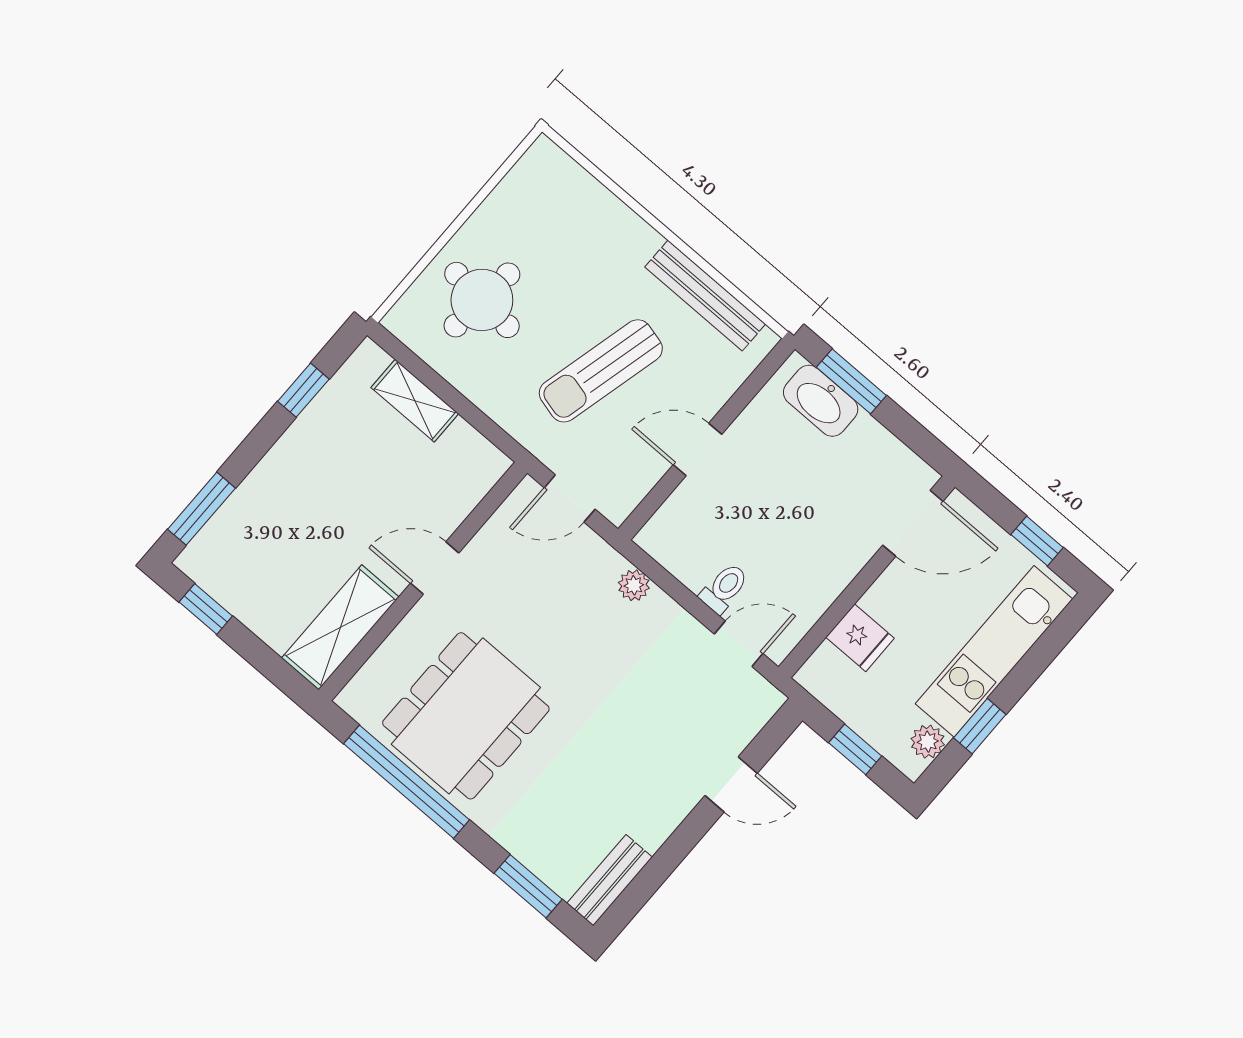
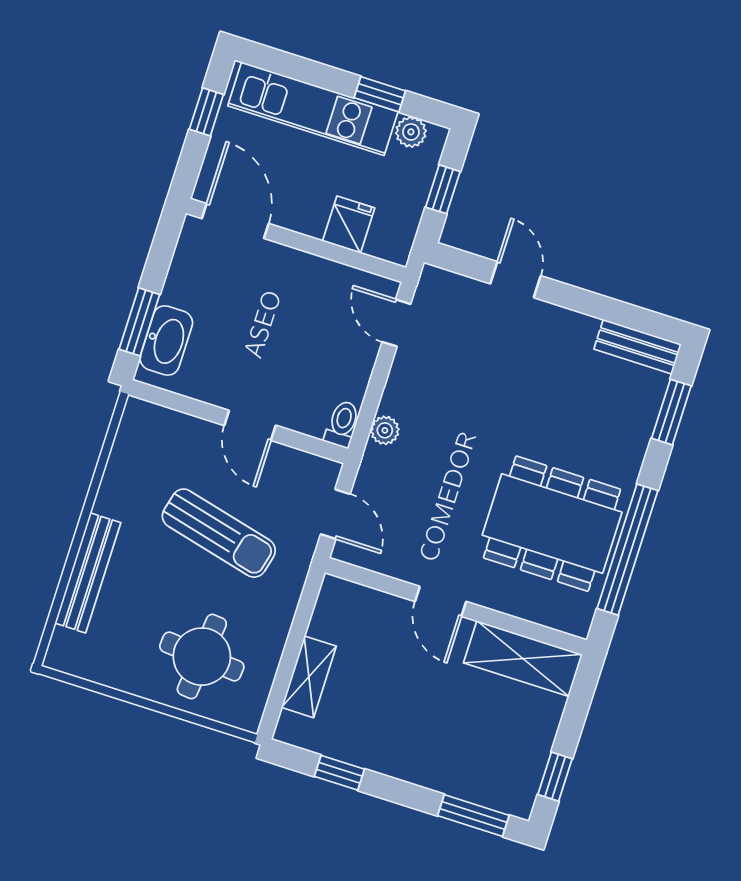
bench: (705, 296) -> (88, 573), moved
toilet: (724, 588) -> (342, 424), moved, turned 90

